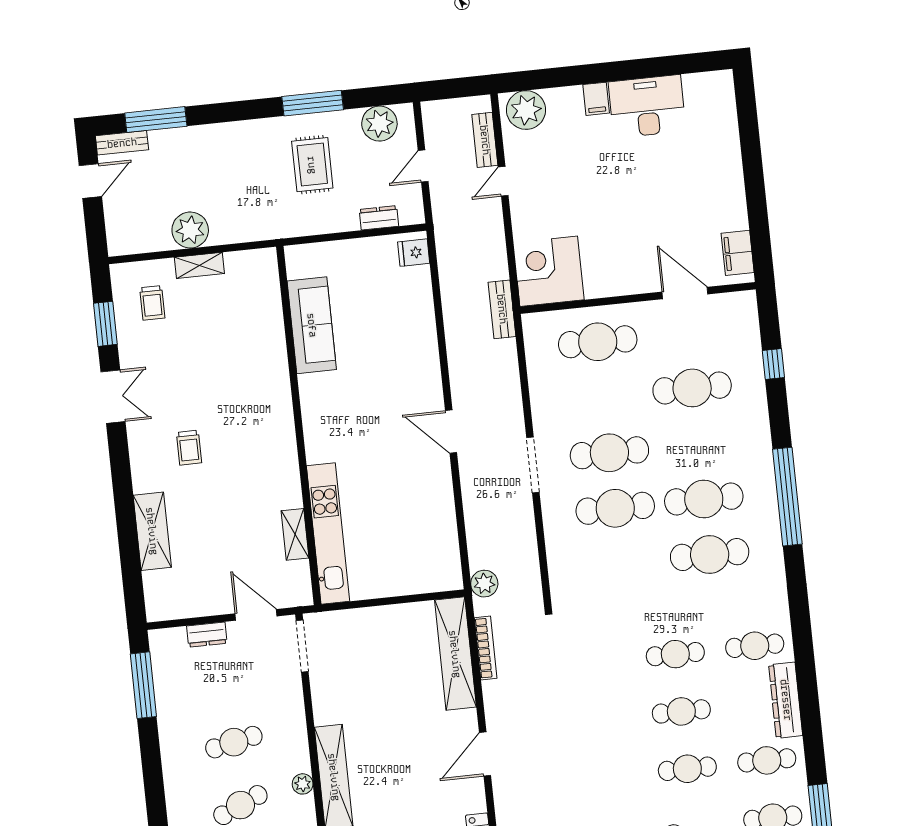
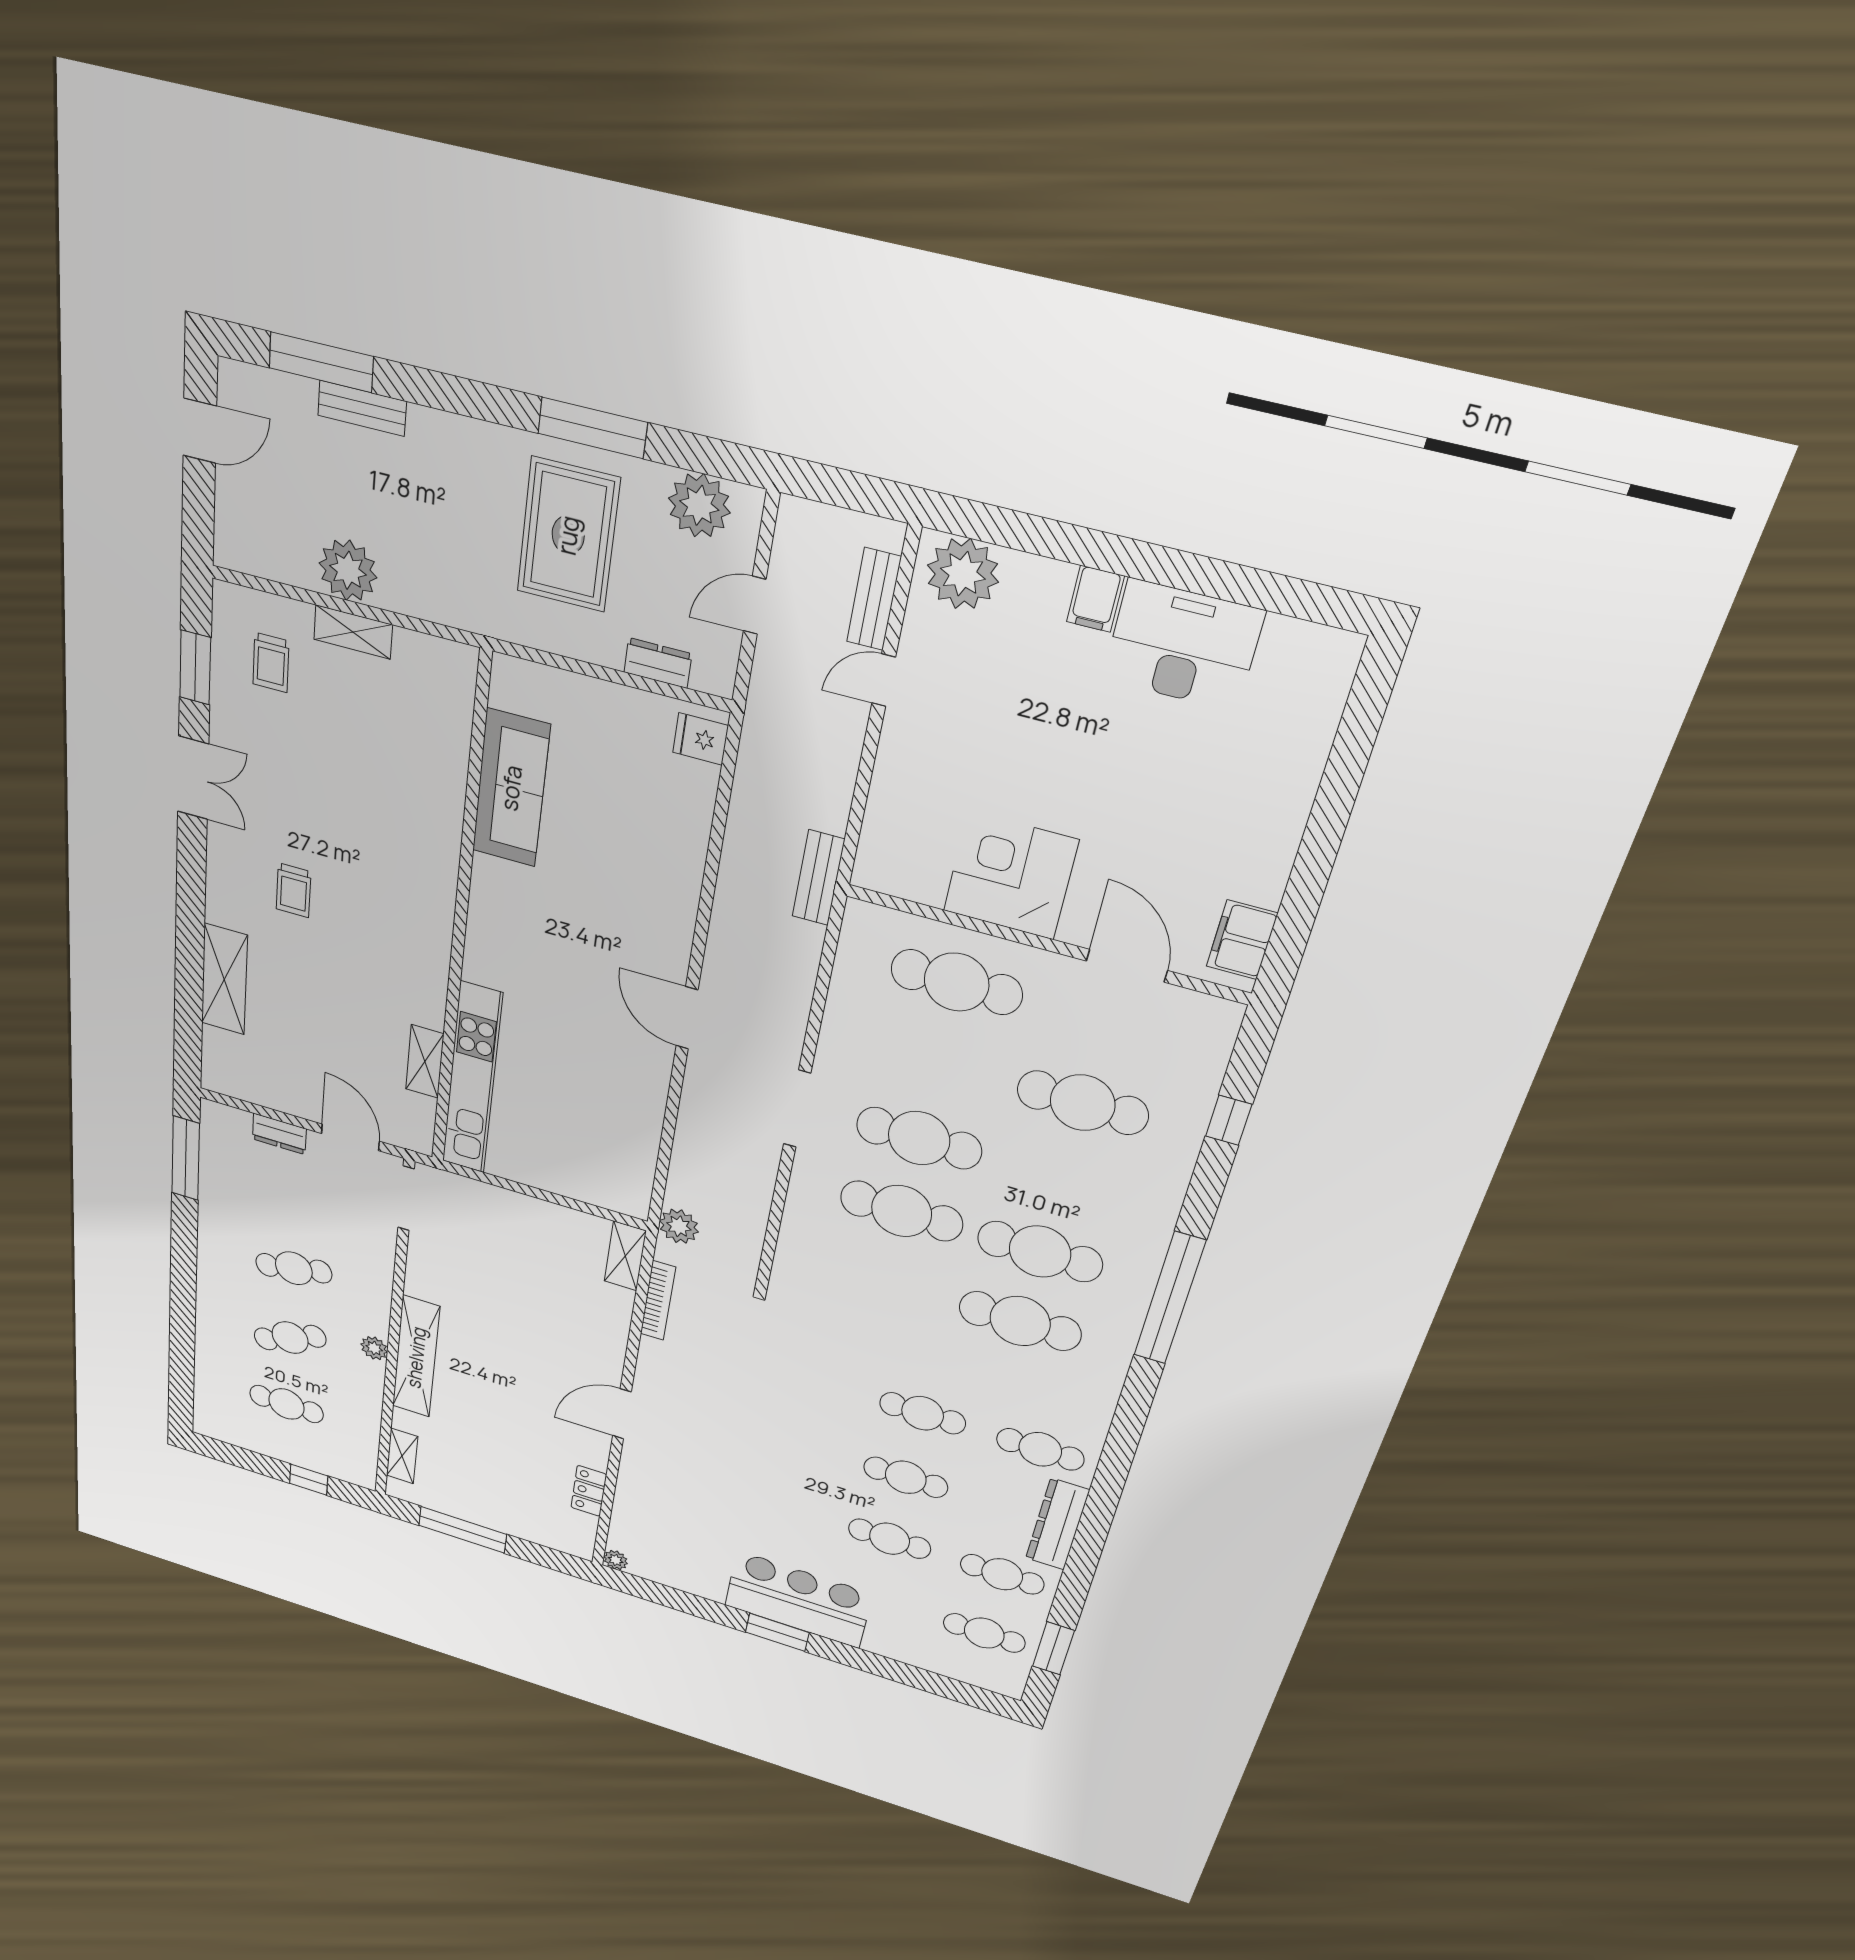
bench: (122, 143) -> (362, 408), moved
rug: (312, 165) -> (568, 535), width x1.36, depth x1.43
corner desk: (549, 271) -> (1011, 875), moved
shelving: (455, 654) -> (625, 1256), width x0.45, depth x0.75

